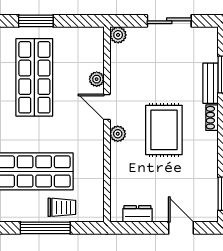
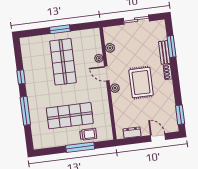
plant: (118, 35) -> (110, 48), moved

